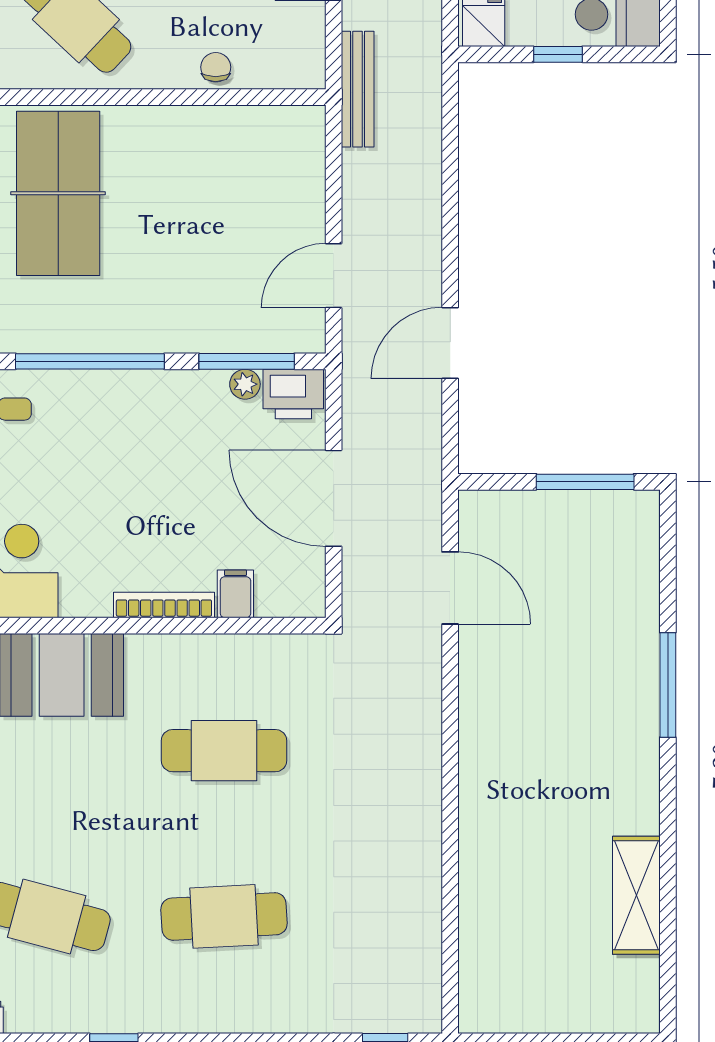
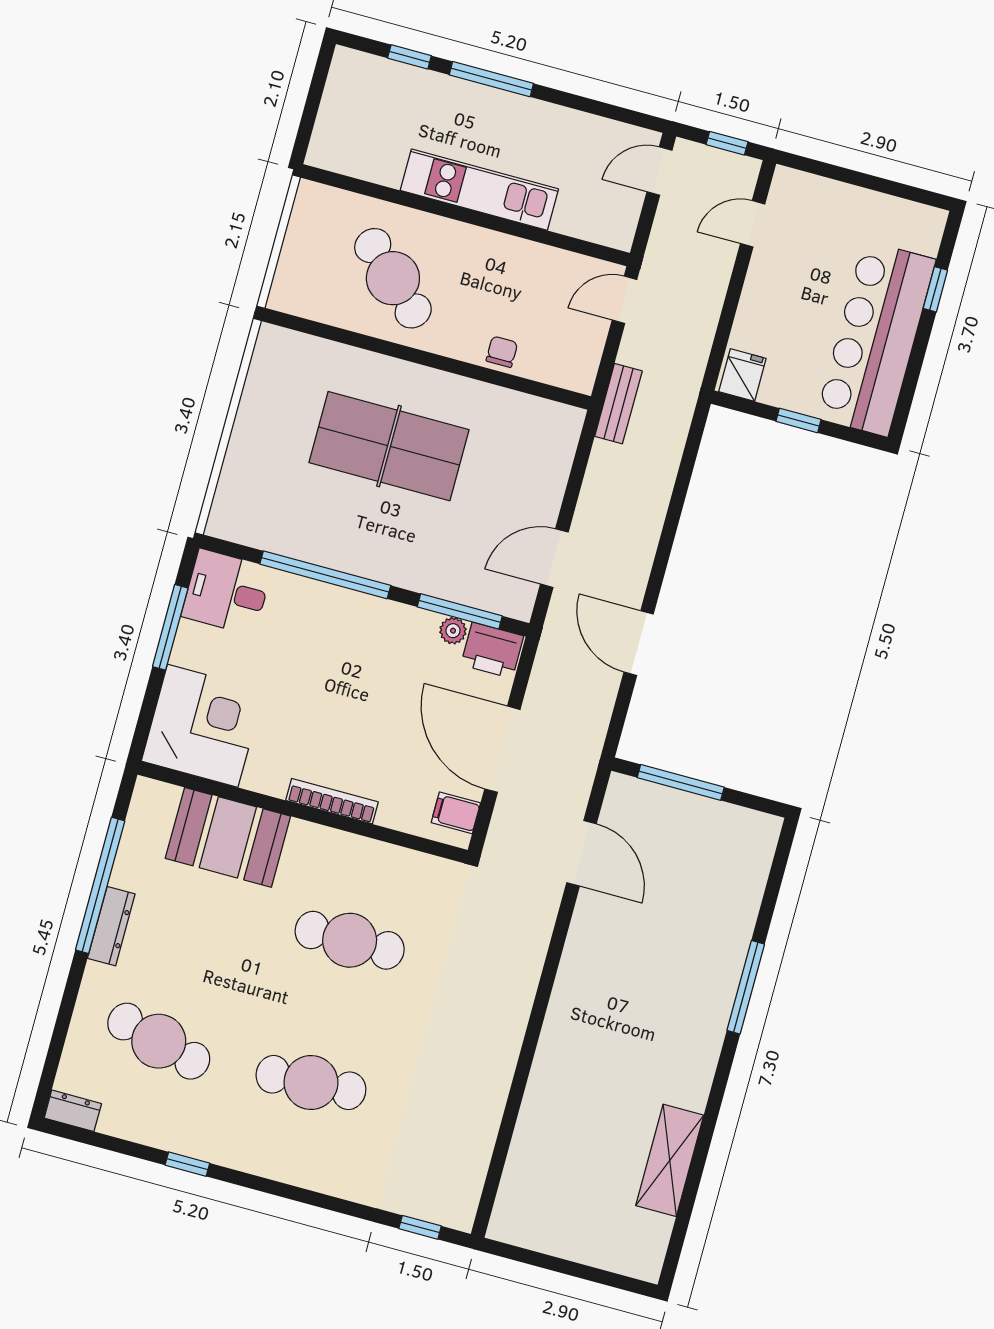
bench: (358, 89) -> (618, 404), width x0.73
table tennis table: (58, 193) -> (389, 446), moved, turned 90
door: (450, 343) -> (639, 643), hinge flipped
window: (585, 482) -> (681, 782), moved
filing cabinet: (235, 594) -> (456, 813), moved, turned -90

